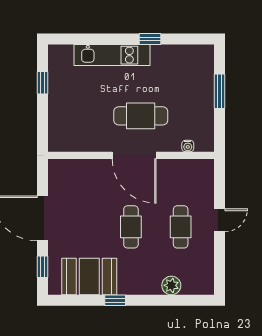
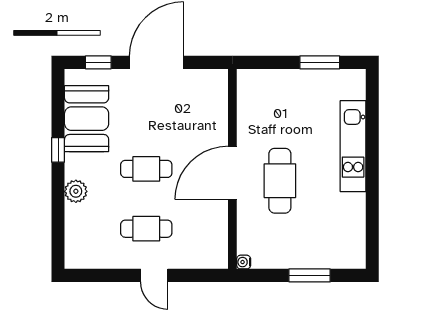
window: (150, 39) -> (372, 192), removed
window: (42, 83) -> (320, 62), width x1.50
water cooler: (188, 146) -> (244, 262), moved
plant: (171, 285) -> (76, 191), moved

